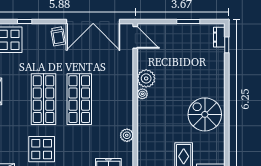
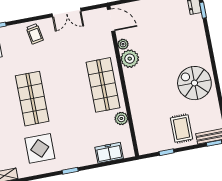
double door: (93, 21) -> (66, 12), width x0.54
plant: (142, 94) -> (123, 44), moved
shop shelf: (79, 99) -> (103, 85), moved

